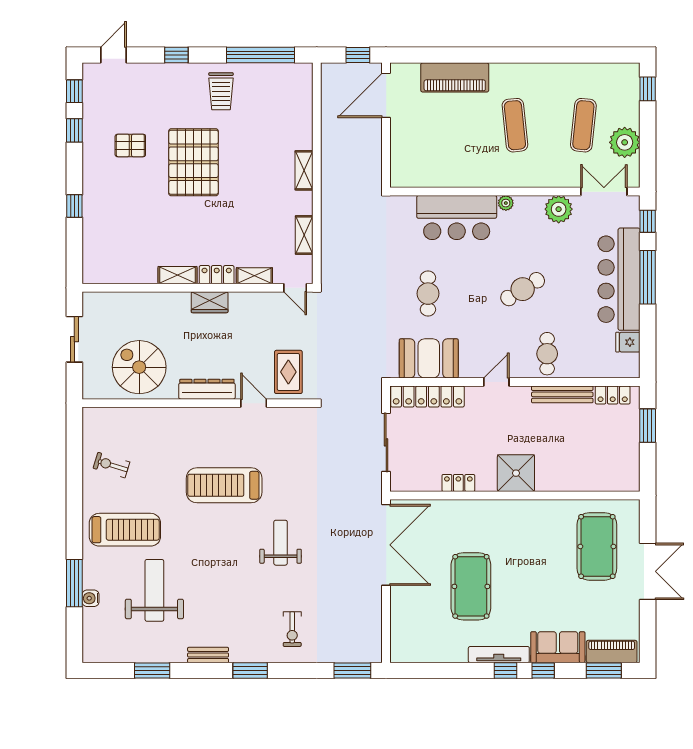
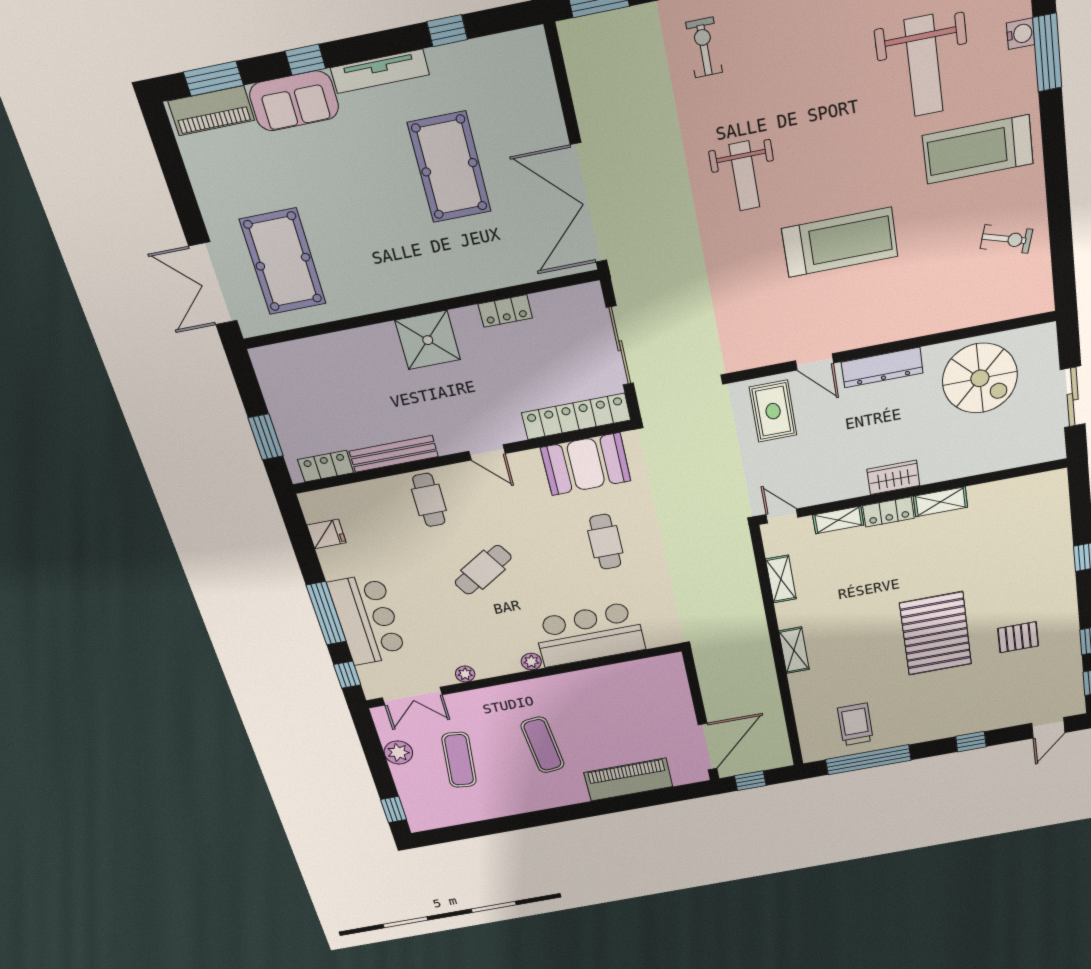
trolley: (221, 91) -> (855, 724), moved
plant: (625, 142) -> (398, 753), width x0.73, depth x0.73
plant: (559, 209) -> (465, 674), width x0.53, depth x0.53
bar counter: (619, 279) -> (367, 620), width x0.73
door: (496, 382) -> (487, 452), hinge flipped
double door: (648, 571) -> (213, 284), moved
window: (506, 670) -> (447, 31), moved

